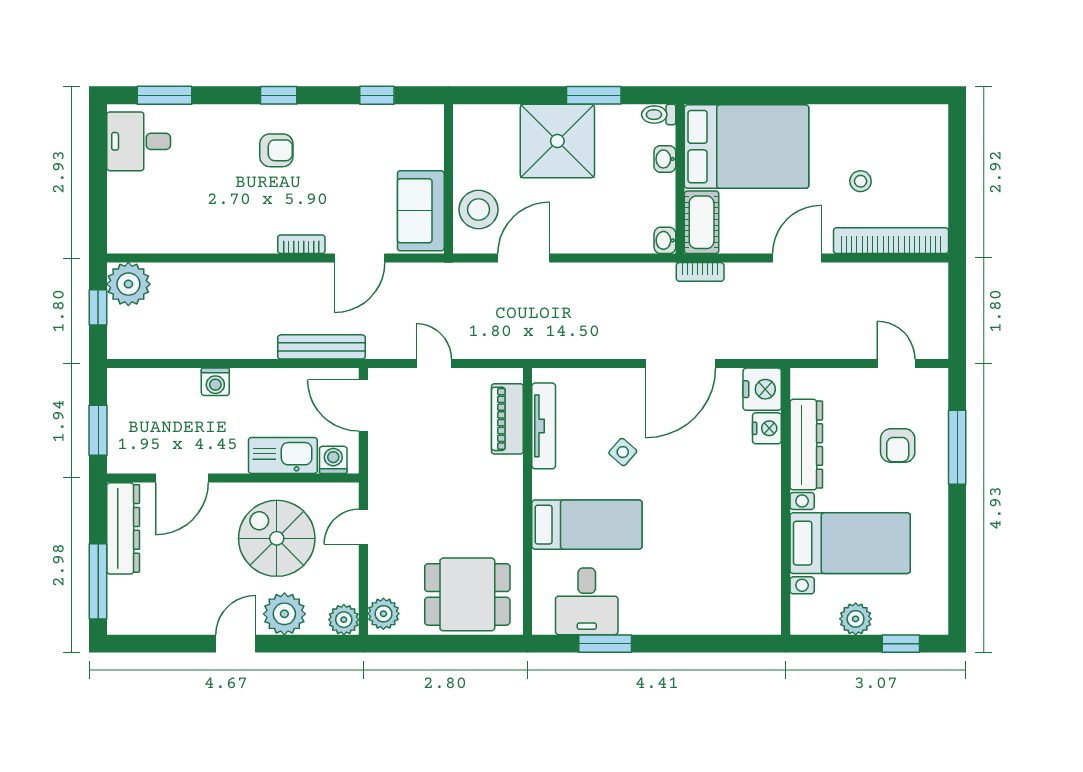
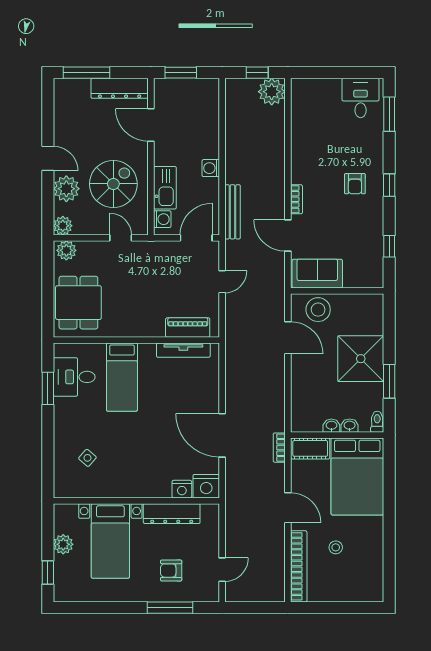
washbasin: (665, 240) -> (331, 426), moved
washing machine: (215, 382) -> (211, 168), moved
side table: (623, 452) -> (87, 458), moved

